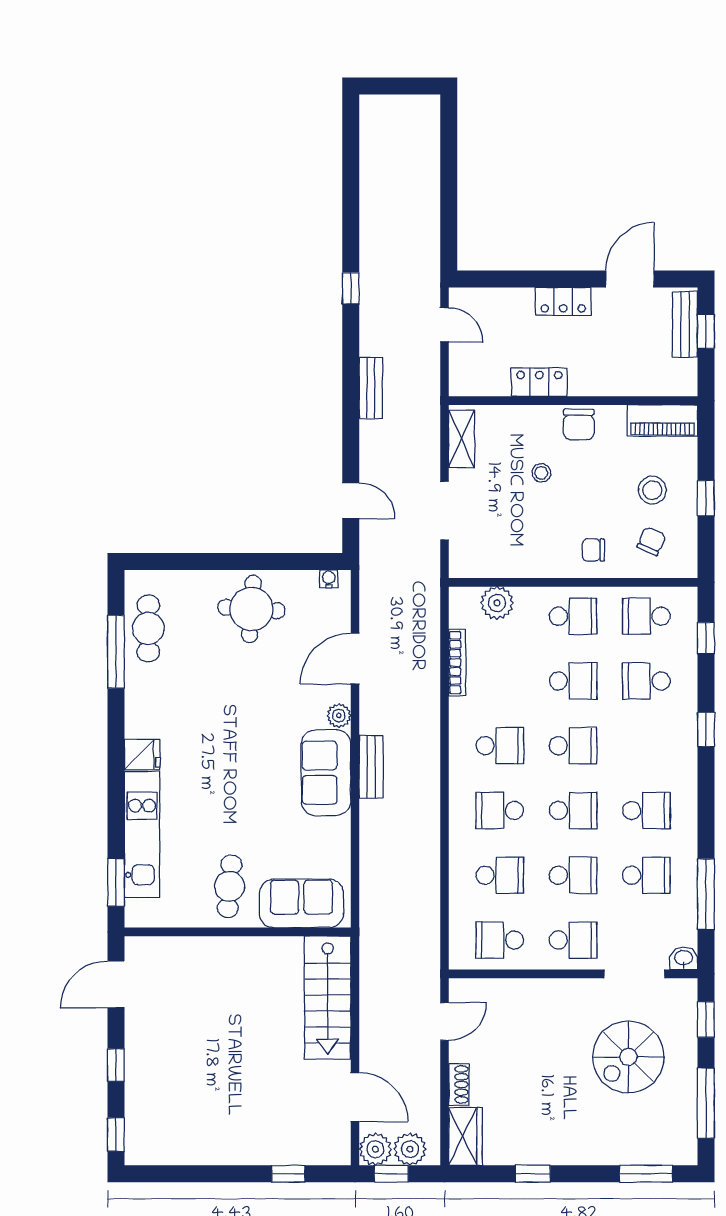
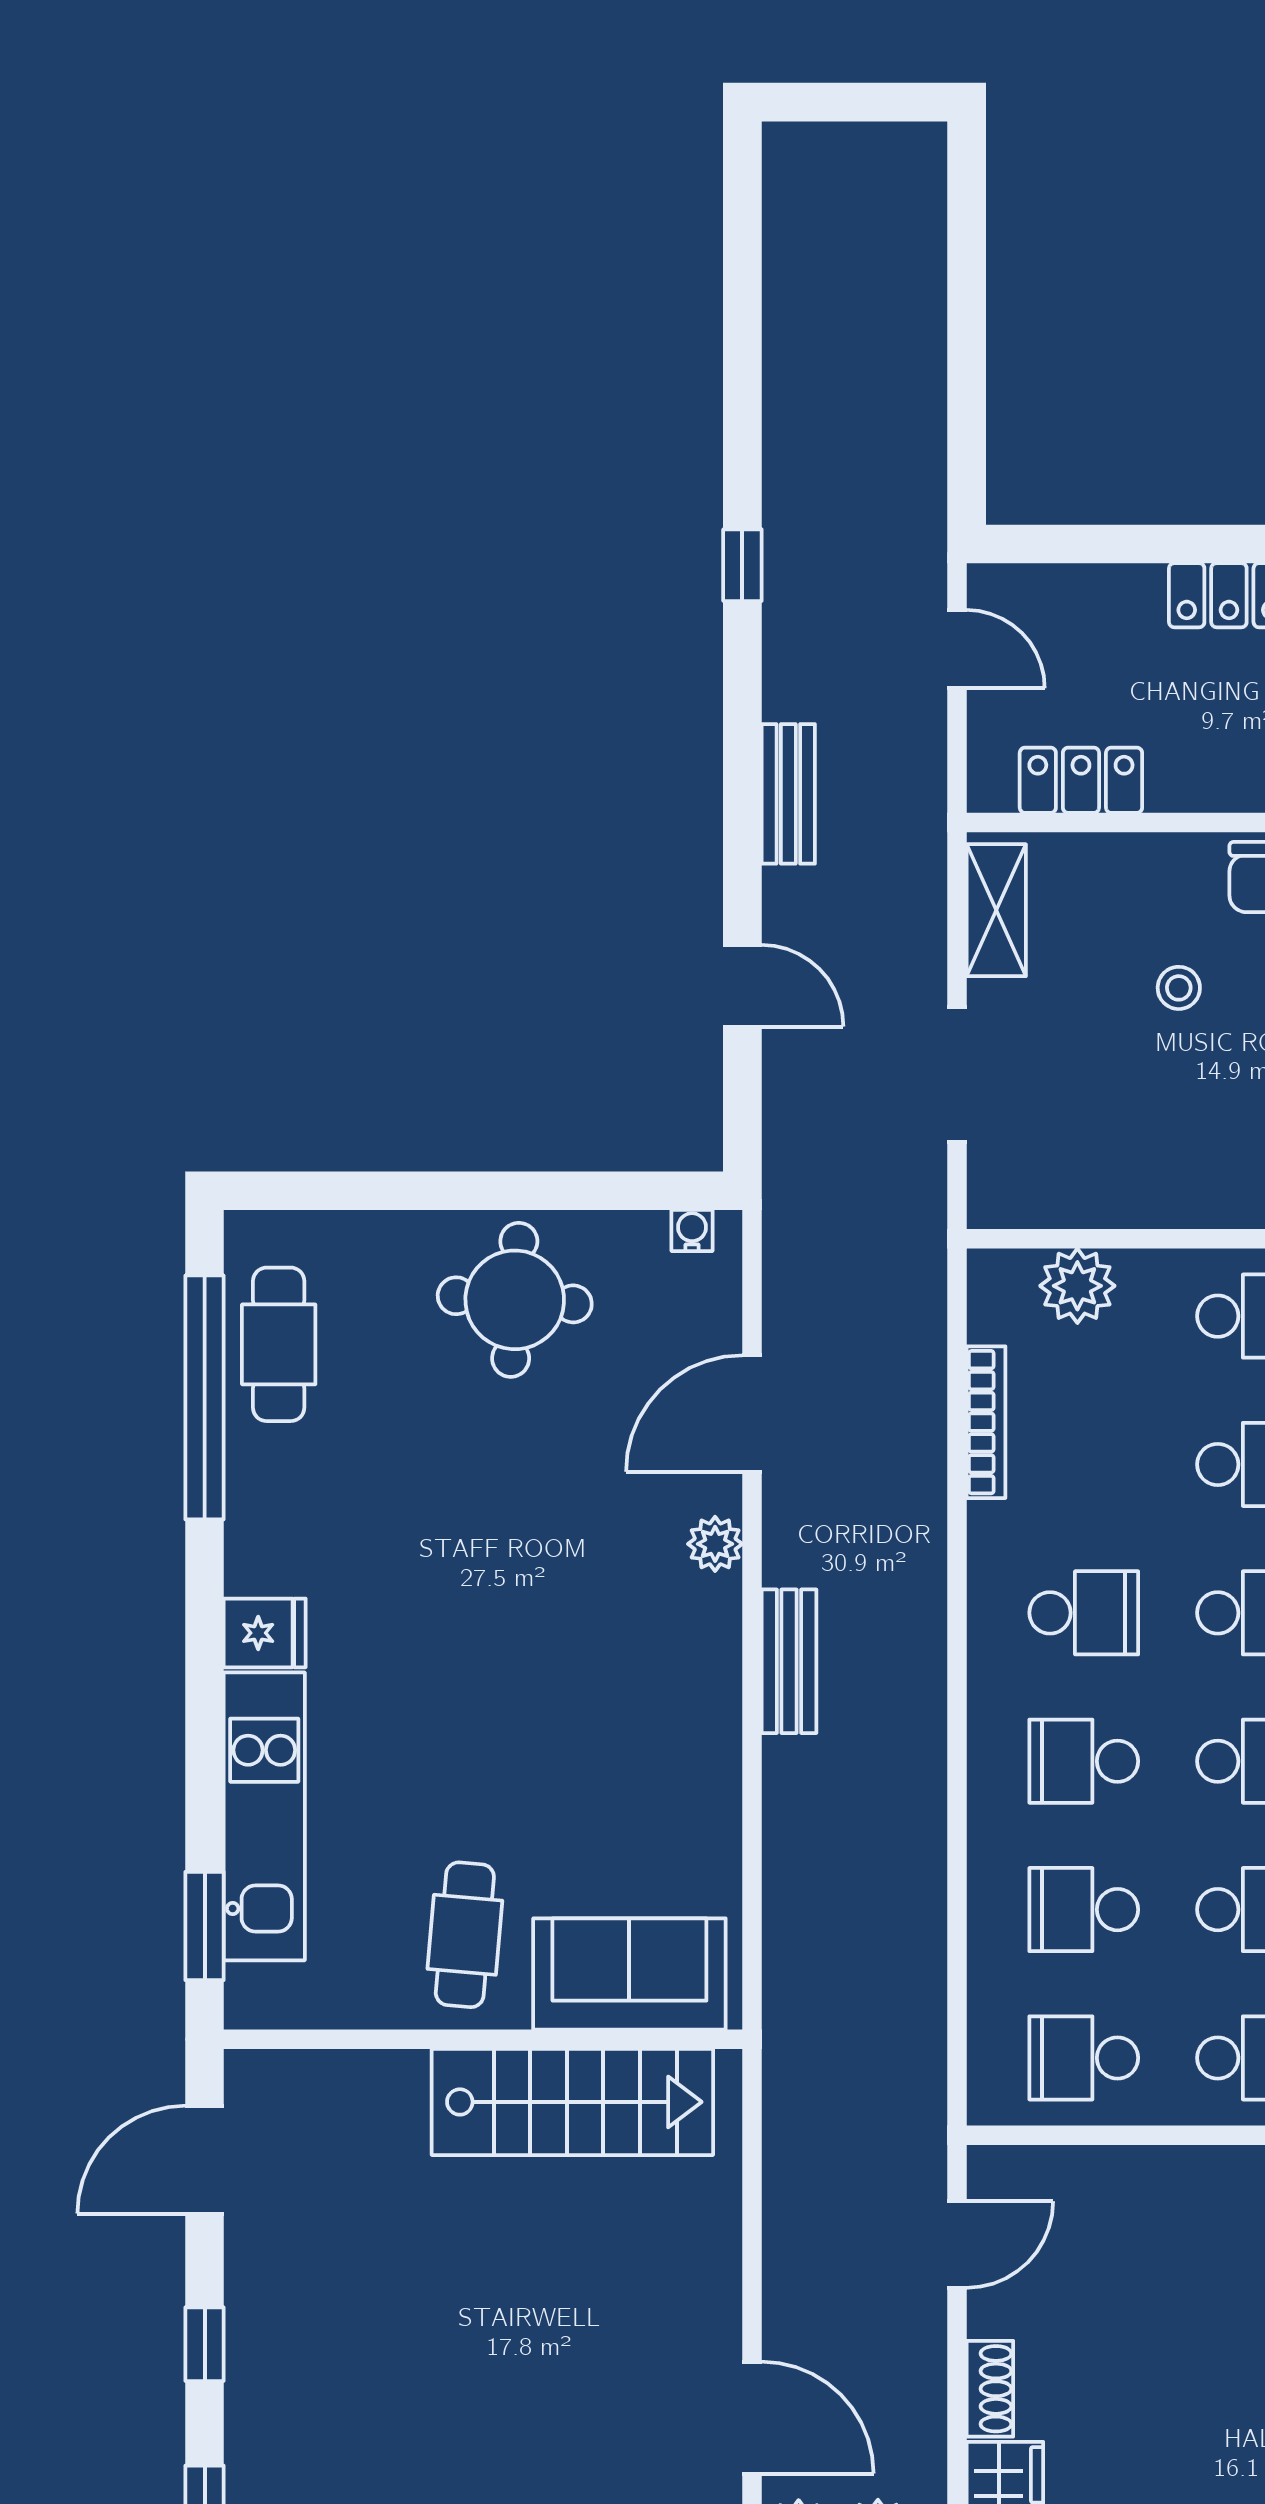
locker: (539, 382) -> (1081, 780), moved
door: (351, 501) -> (742, 986), moved
window: (116, 652) -> (205, 1397), width x1.46
sofa: (326, 773) -> (686, 1675), removed
school desk: (500, 875) -> (1084, 1910), turned 180
stairs: (328, 998) -> (572, 2102), moved, turned -90

